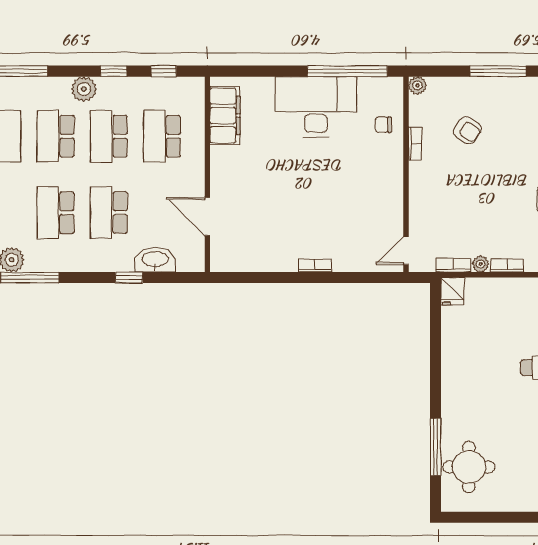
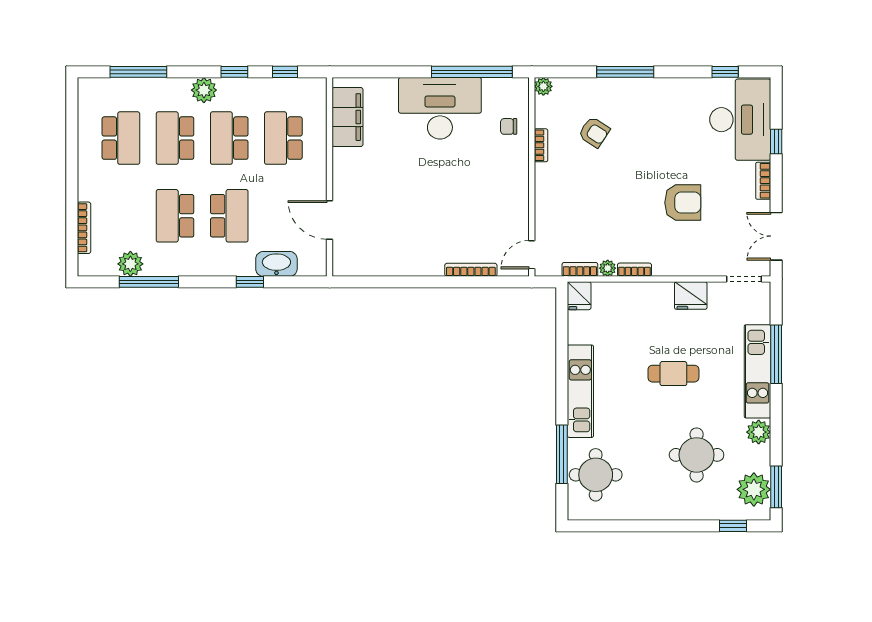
school desk: (109, 213) -> (229, 216), turned 180
bookcase: (315, 266) -> (471, 270), moved, width x1.56
kitchen unit: (454, 385) -> (580, 391), added

